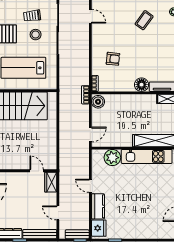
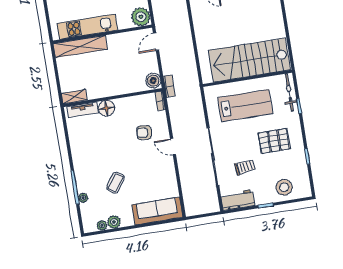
door: (90, 16) -> (173, 147), moved
stool: (36, 35) -> (237, 146), removed
plant: (112, 158) -> (141, 17), moved

